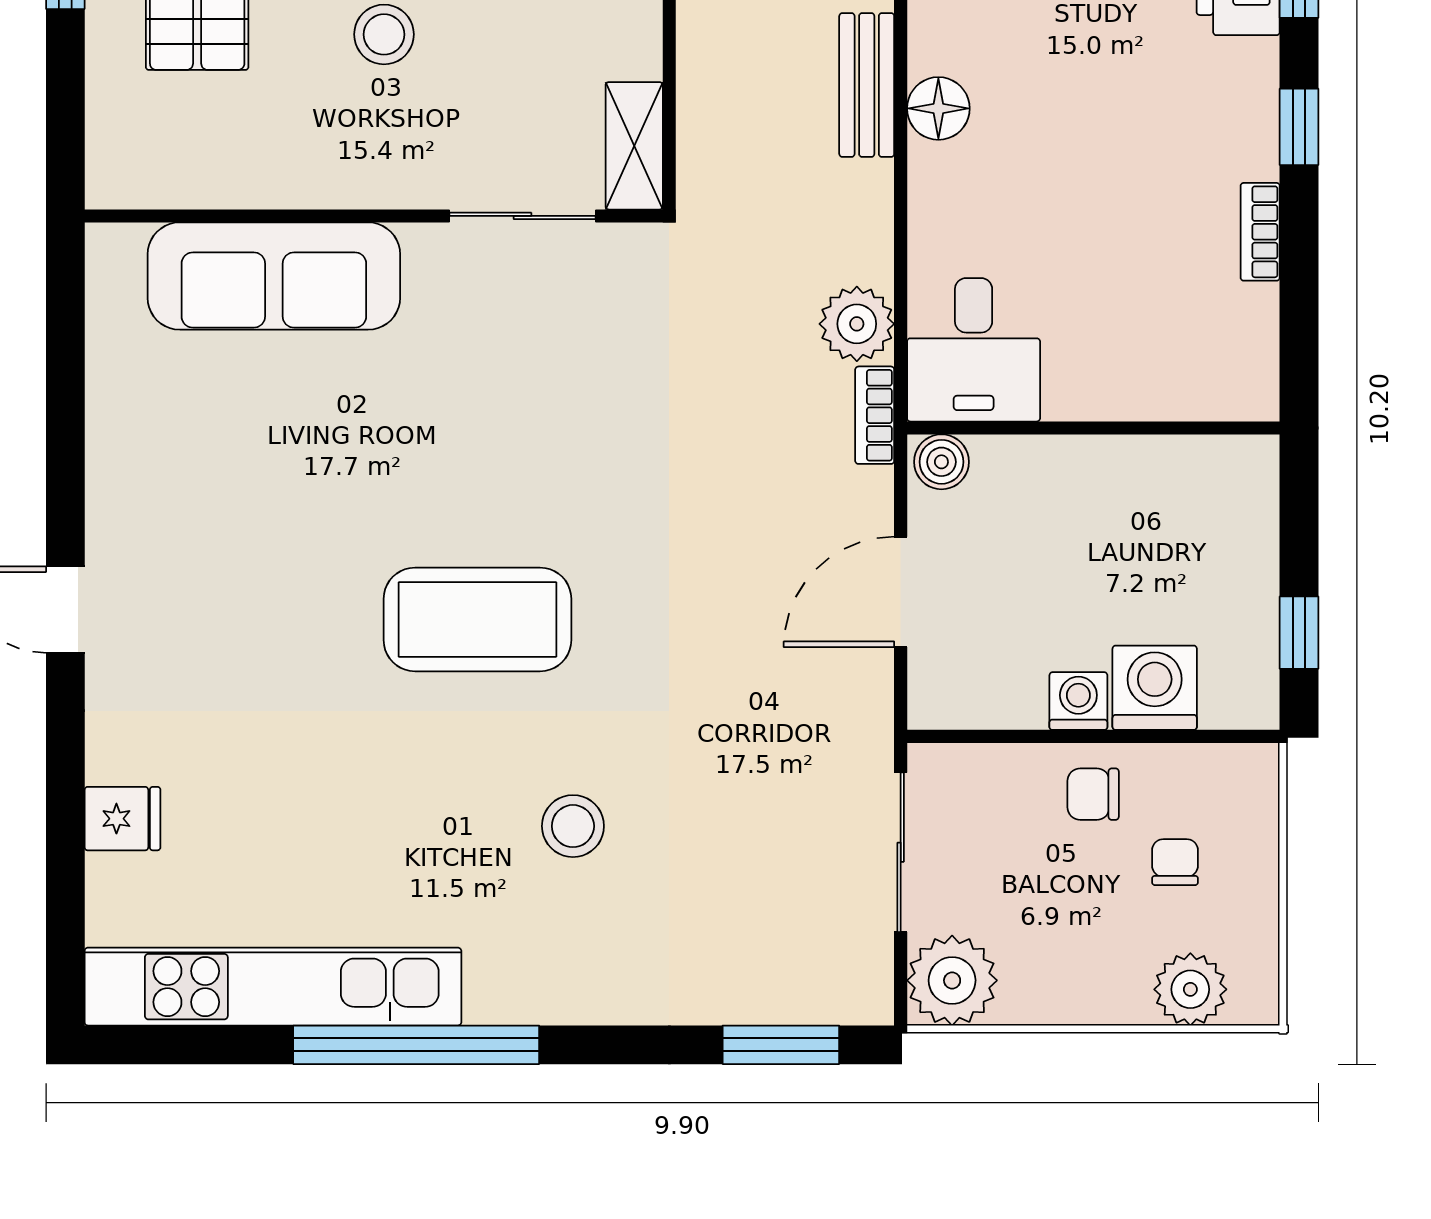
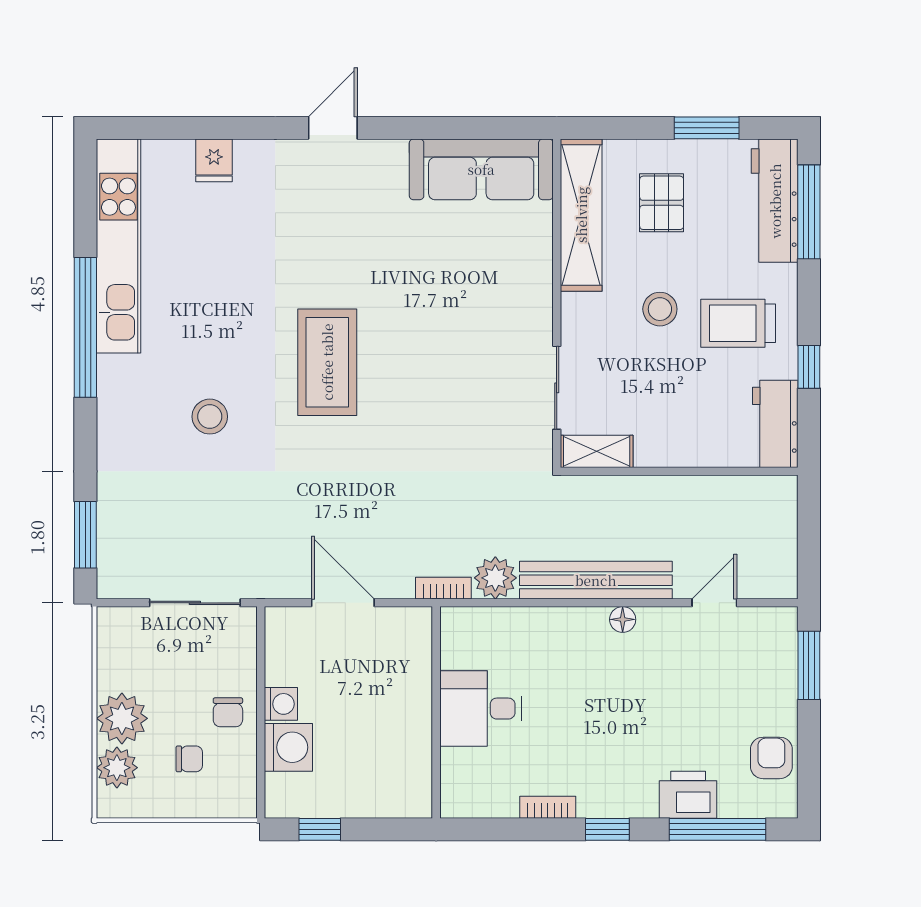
bench: (867, 85) -> (596, 580), width x1.86, depth x1.21
floor lamp: (938, 108) -> (623, 619), width x0.73, depth x0.73
shelving: (219, 173) -> (581, 215), added
sofa: (274, 276) -> (481, 169), moved, turned -90
desk: (974, 350) -> (481, 709), moved
boiler: (941, 462) -> (417, 626), removed
chair: (1093, 794) -> (228, 712), turned 180
plant: (952, 980) -> (122, 718), moved

